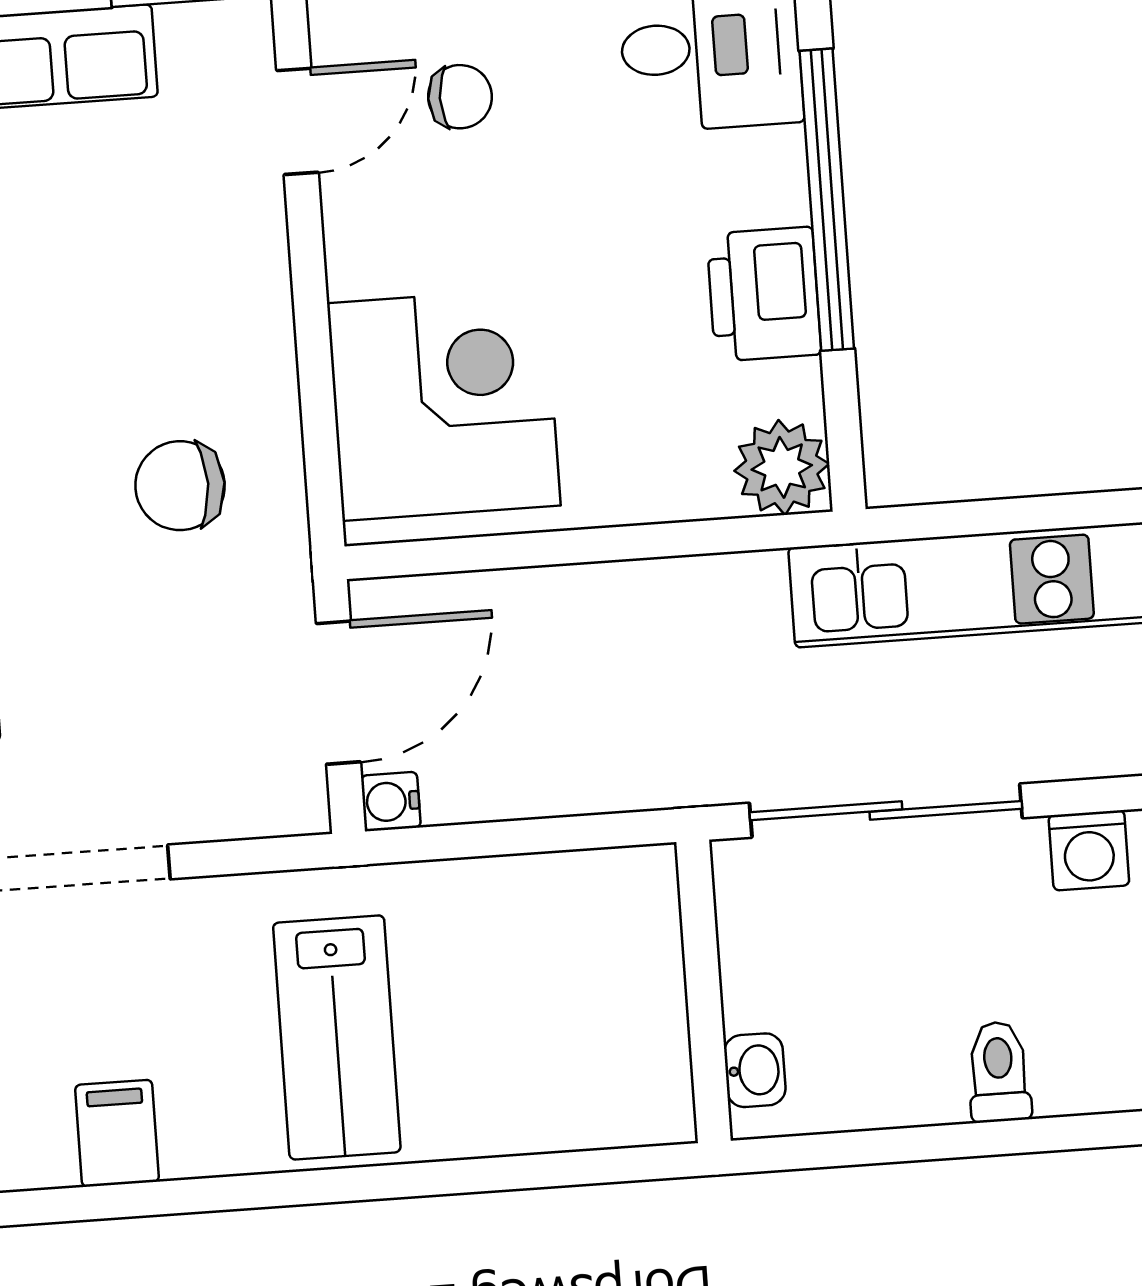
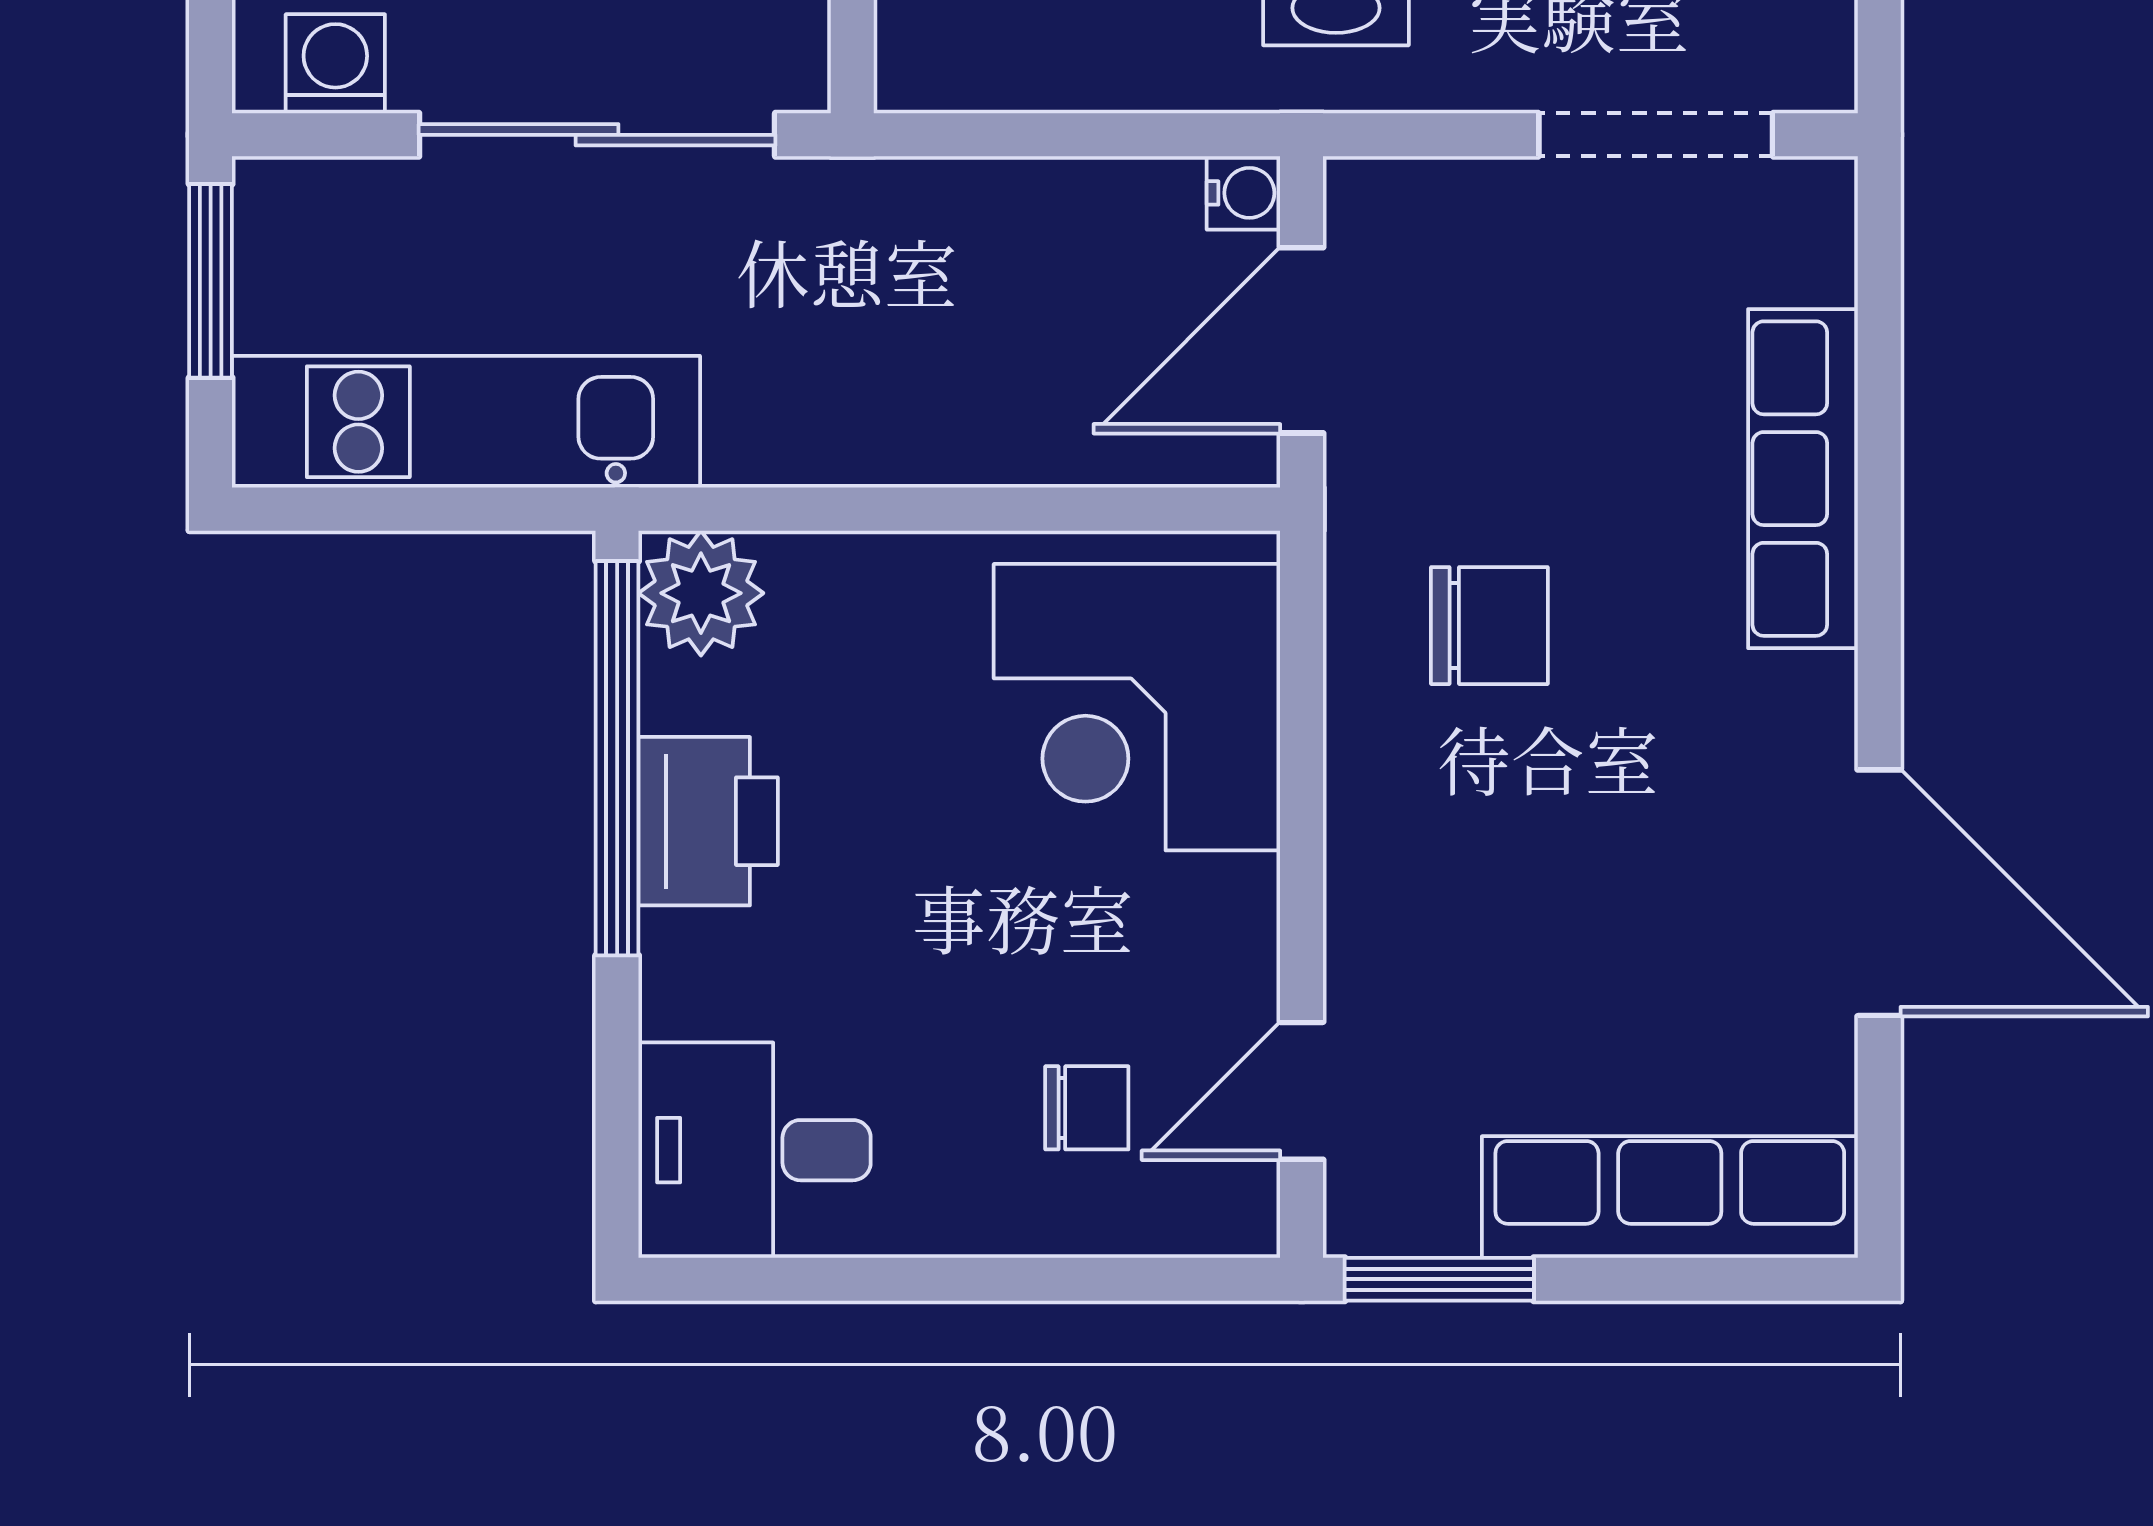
chair: (460, 97) -> (1087, 1108), turned 180
window: (827, 200) -> (617, 758), moved

